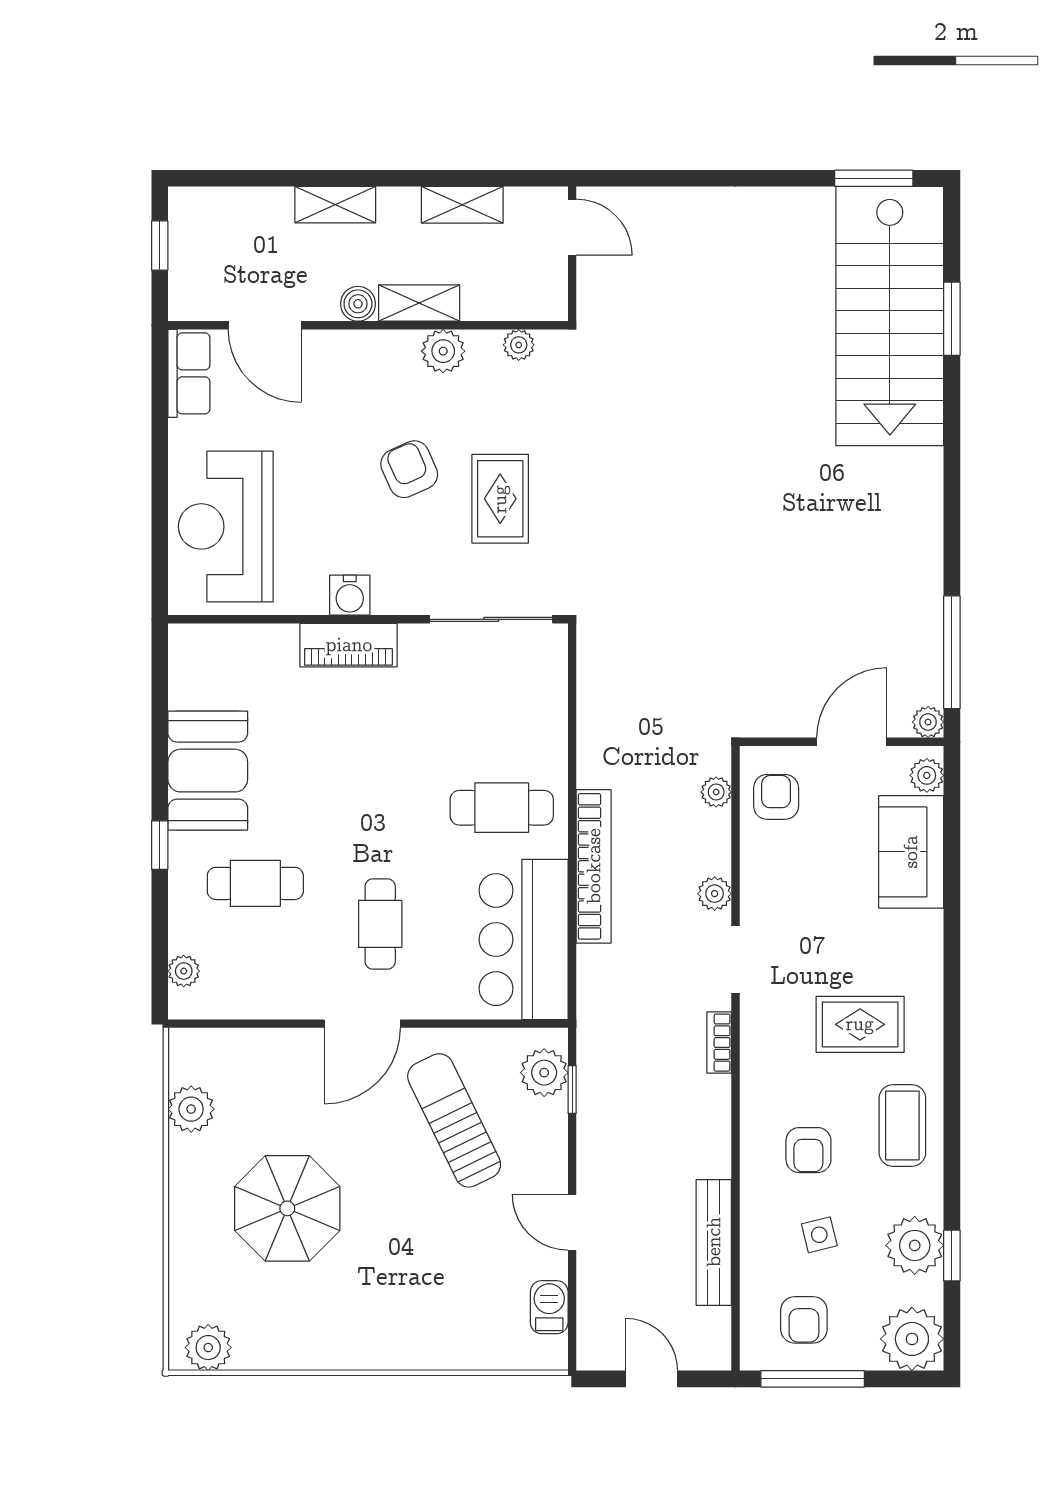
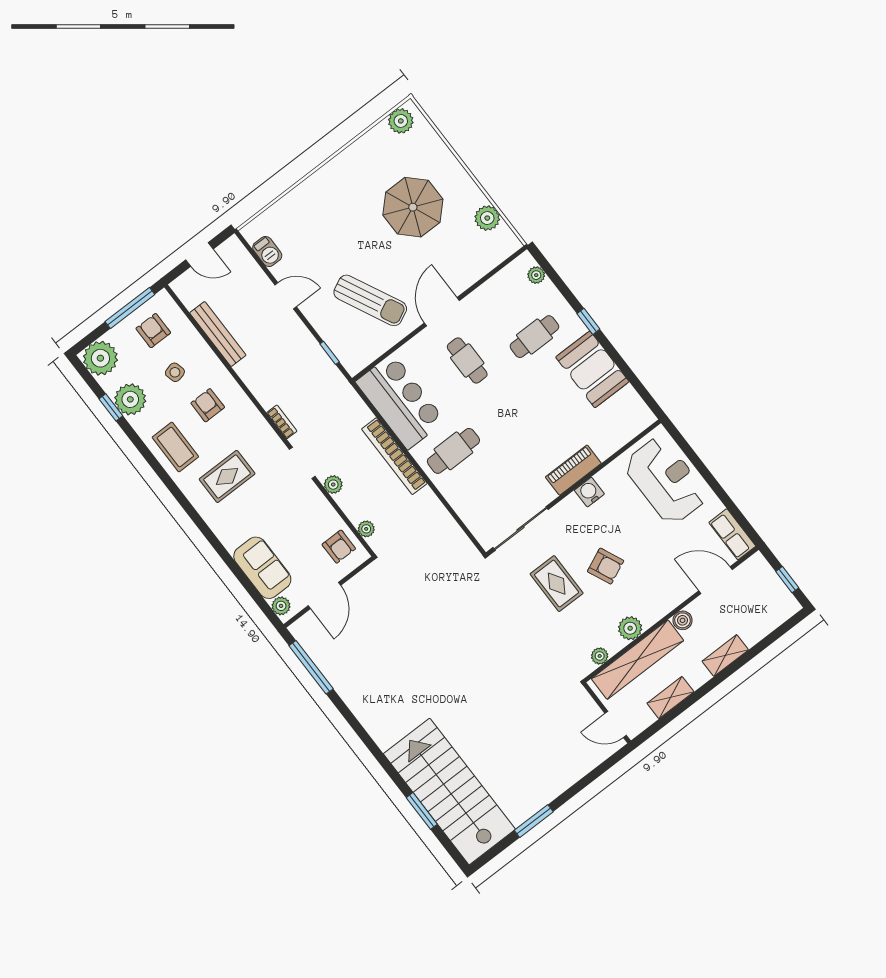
window: (874, 178) -> (534, 821), moved
shelving: (419, 303) -> (638, 660), width x2.20, depth x1.33
plant: (928, 722) -> (298, 629), removed
plant: (544, 1073) -> (347, 351), removed

